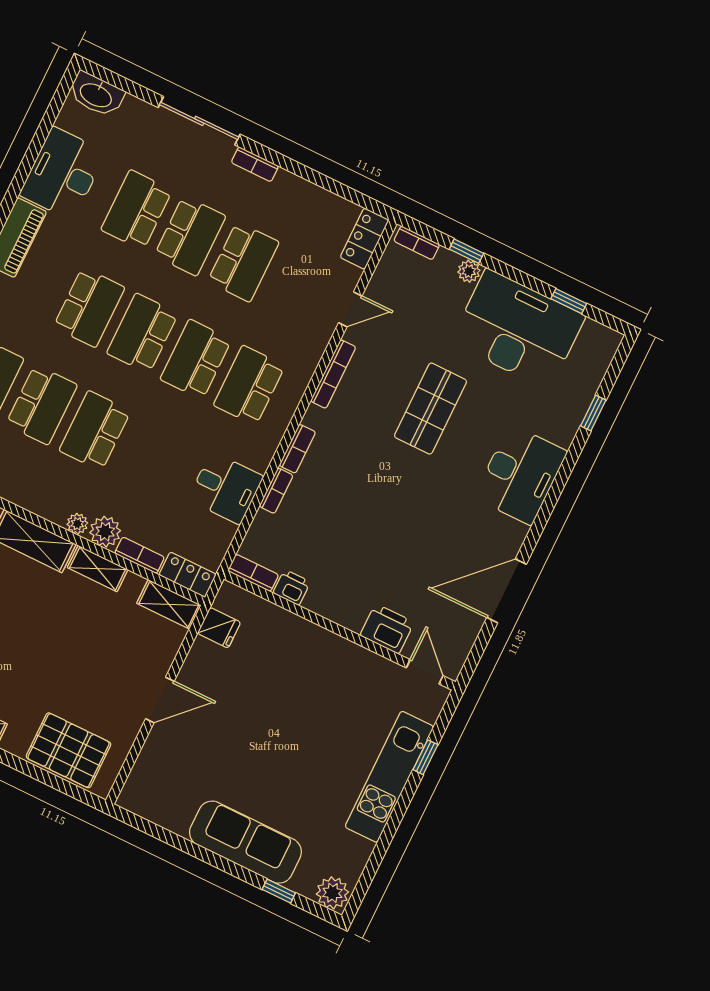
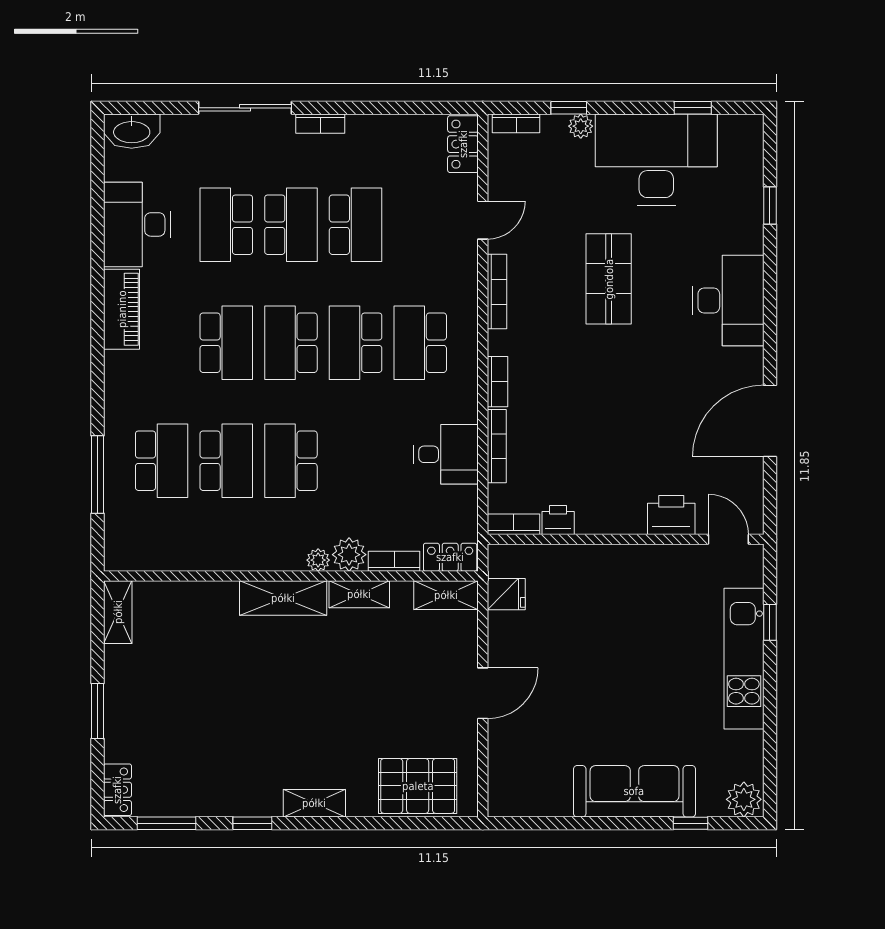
bookcase: (276, 491) -> (497, 446), width x1.56

